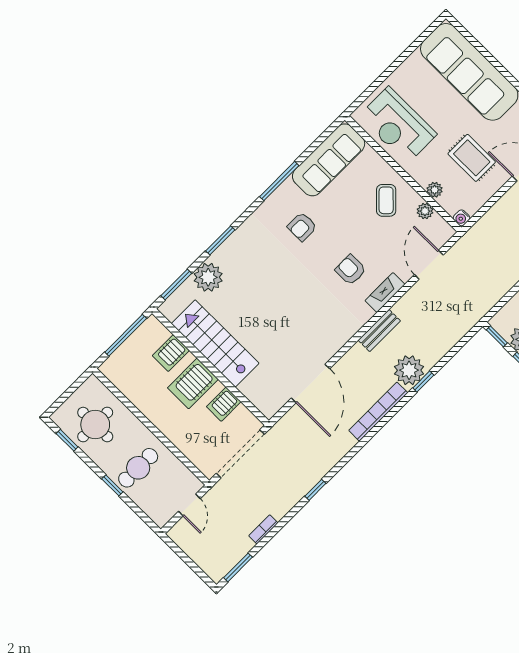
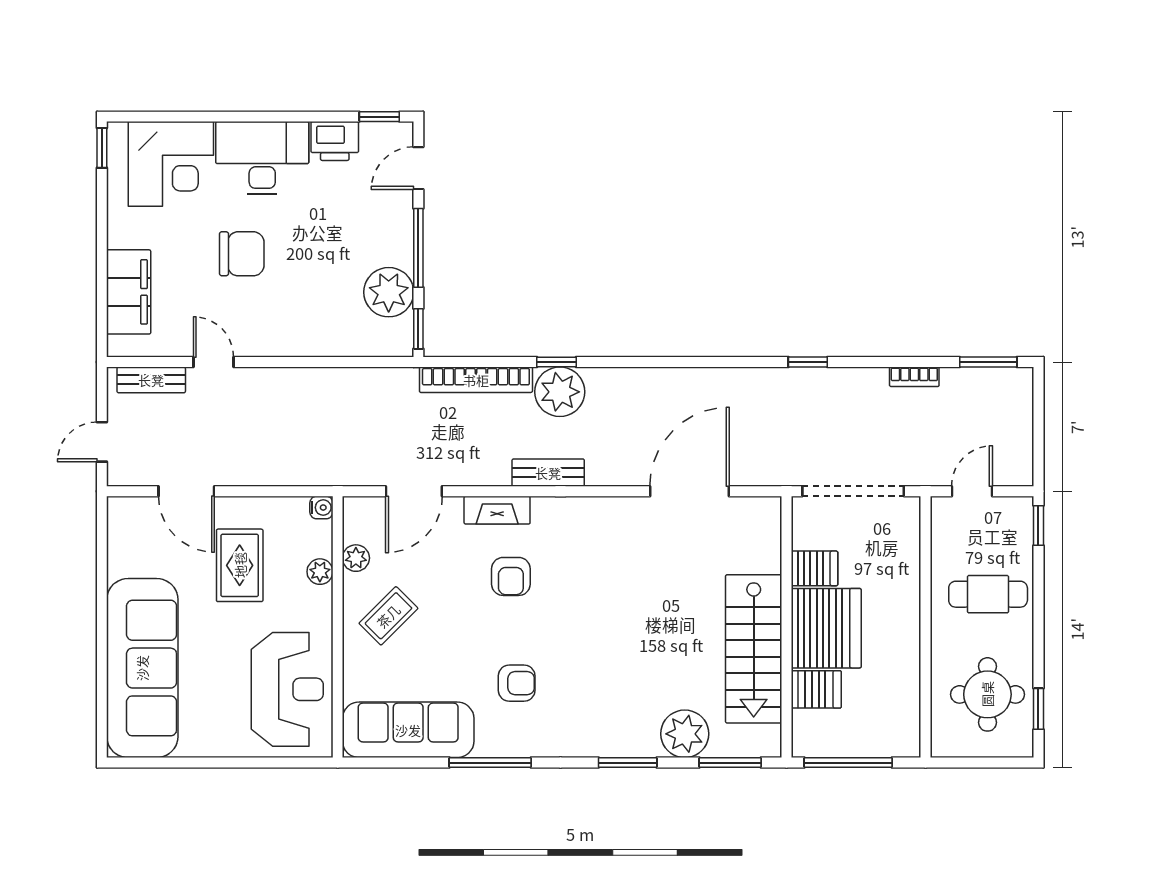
server rack: (193, 384) -> (826, 628), width x1.60
bookcase: (378, 412) -> (476, 380), moved
window: (112, 485) -> (1038, 525), moved

